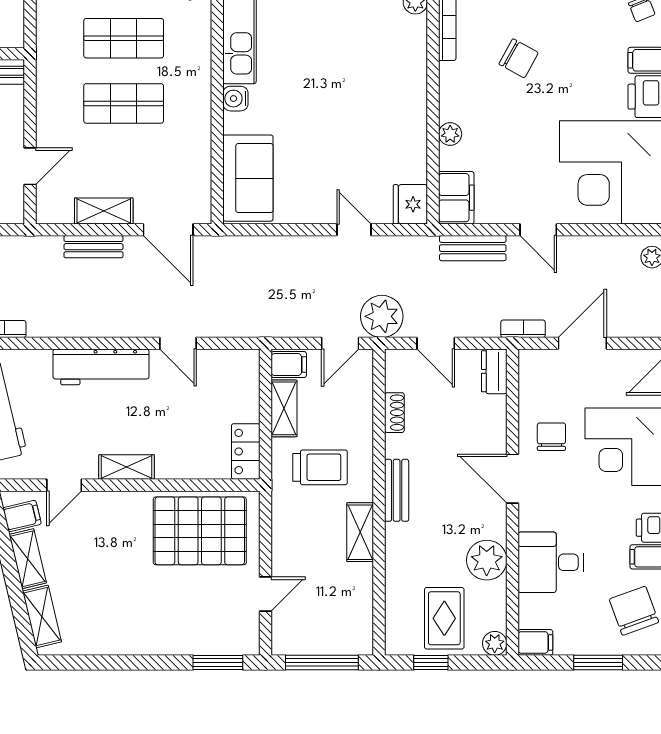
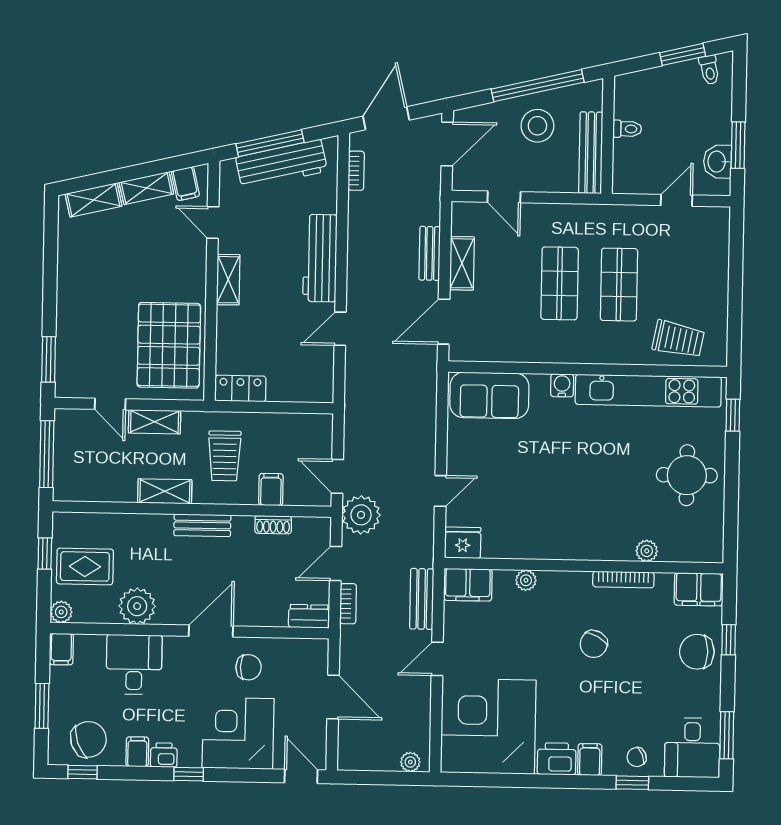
bookcase: (523, 329) -> (348, 604), moved
filing cabinet: (289, 365) -> (271, 489), moved, turned 180
shelving: (284, 408) -> (155, 422), moved

